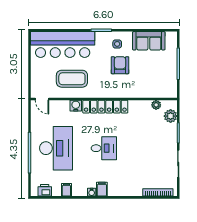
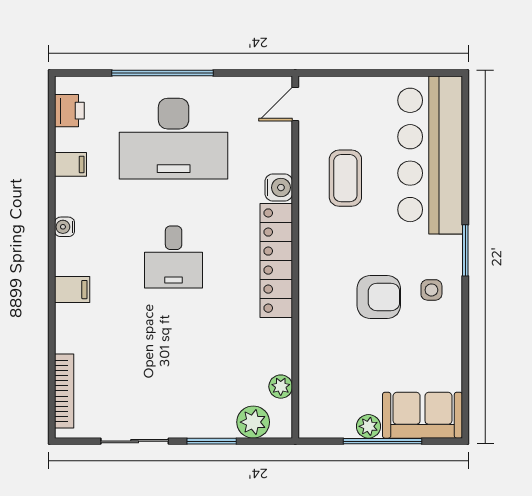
sofa: (149, 41) -> (423, 415), moved, turned 90
plant: (172, 69) -> (369, 426), added
coffee table: (72, 79) -> (345, 178), width x0.73, depth x0.76
filing cabinet: (102, 189) -> (72, 290), moved

